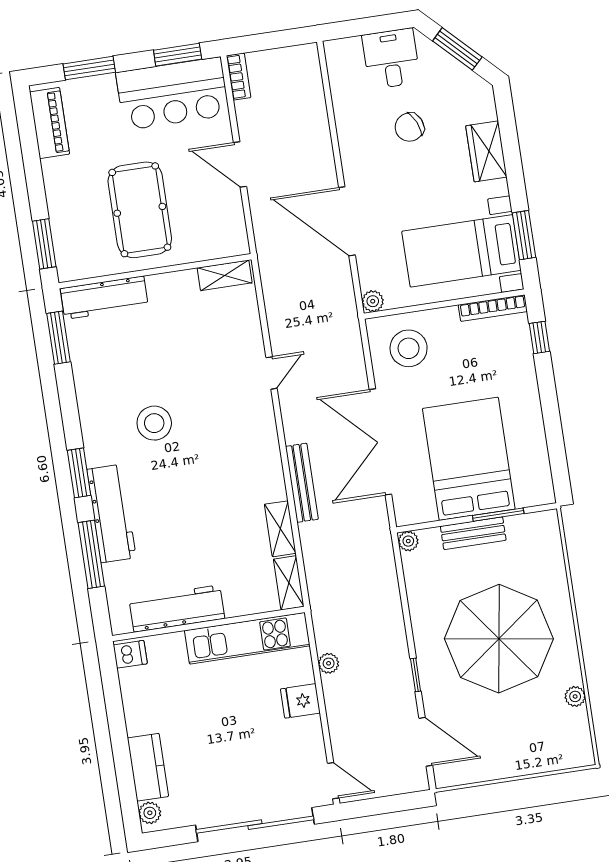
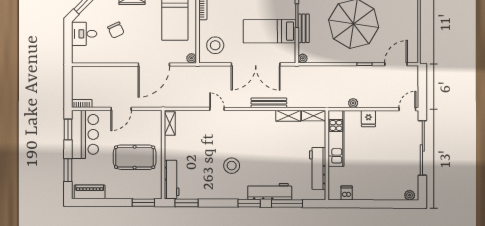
bed: (469, 459) -> (269, 31), width x0.67
dishwasher: (130, 654) -> (347, 193), moved
kitchen counter: (148, 767) -> (388, 193), removed

